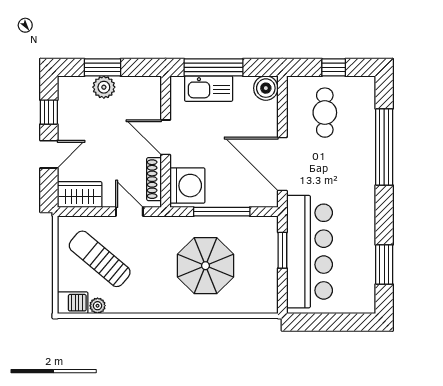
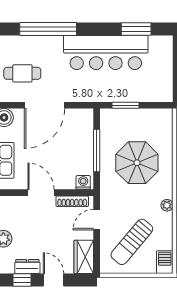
dresser: (67, 119) -> (27, 267), added
door: (166, 137) -> (41, 193), swing flipped
door: (282, 164) -> (45, 105), moved
washing machine: (187, 186) -> (83, 182), width x0.53, depth x0.53
bar counter: (309, 252) -> (106, 52), moved, turned 180
plant: (98, 306) -> (167, 205), moved

